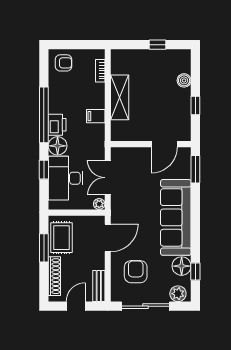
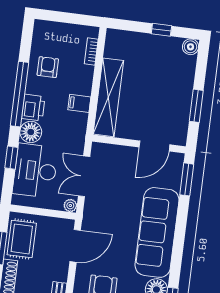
armchair: (64, 63) -> (48, 67), moved, turned -90
boiler: (184, 80) -> (191, 47), moved
shelving: (120, 97) -> (108, 97), width x1.47
window: (195, 106) -> (196, 106), width x1.50

